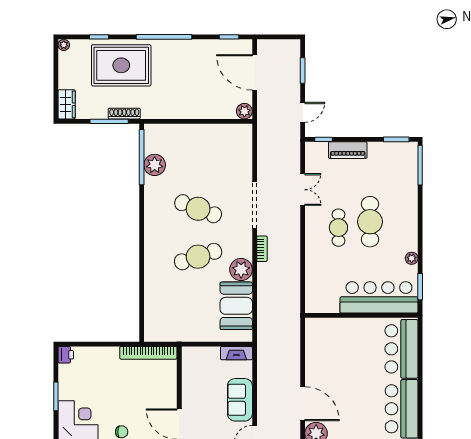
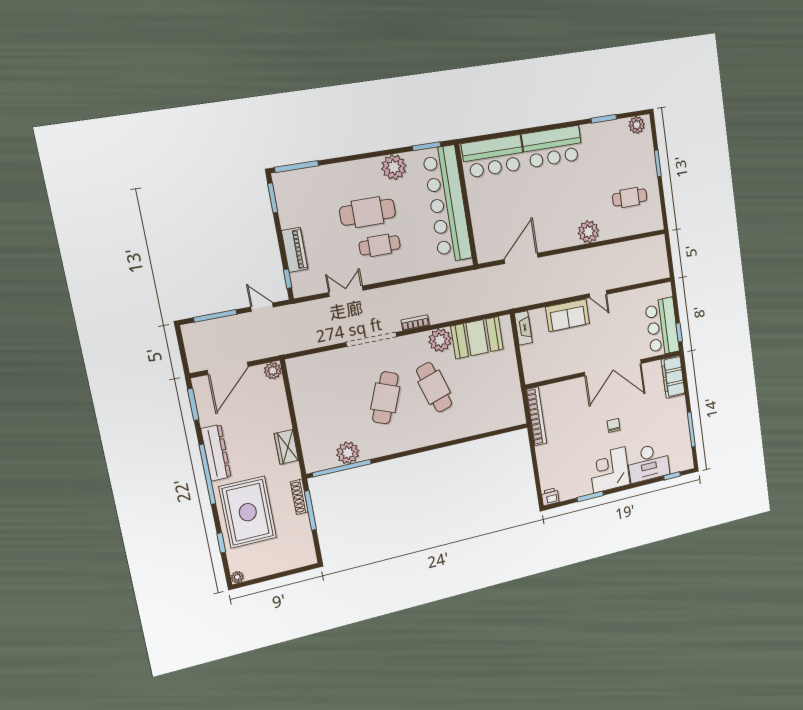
window: (229, 37) -> (193, 404), width x1.50
dresser: (182, 48) -> (216, 453), added
window: (303, 71) -> (215, 316), width x1.44
wardrobe: (67, 104) -> (286, 447), moved, turned -90
plant: (412, 258) -> (394, 167), width x1.88, depth x1.88
bar counter: (379, 297) -> (447, 204), width x1.36
door: (303, 404) -> (521, 258), moved

